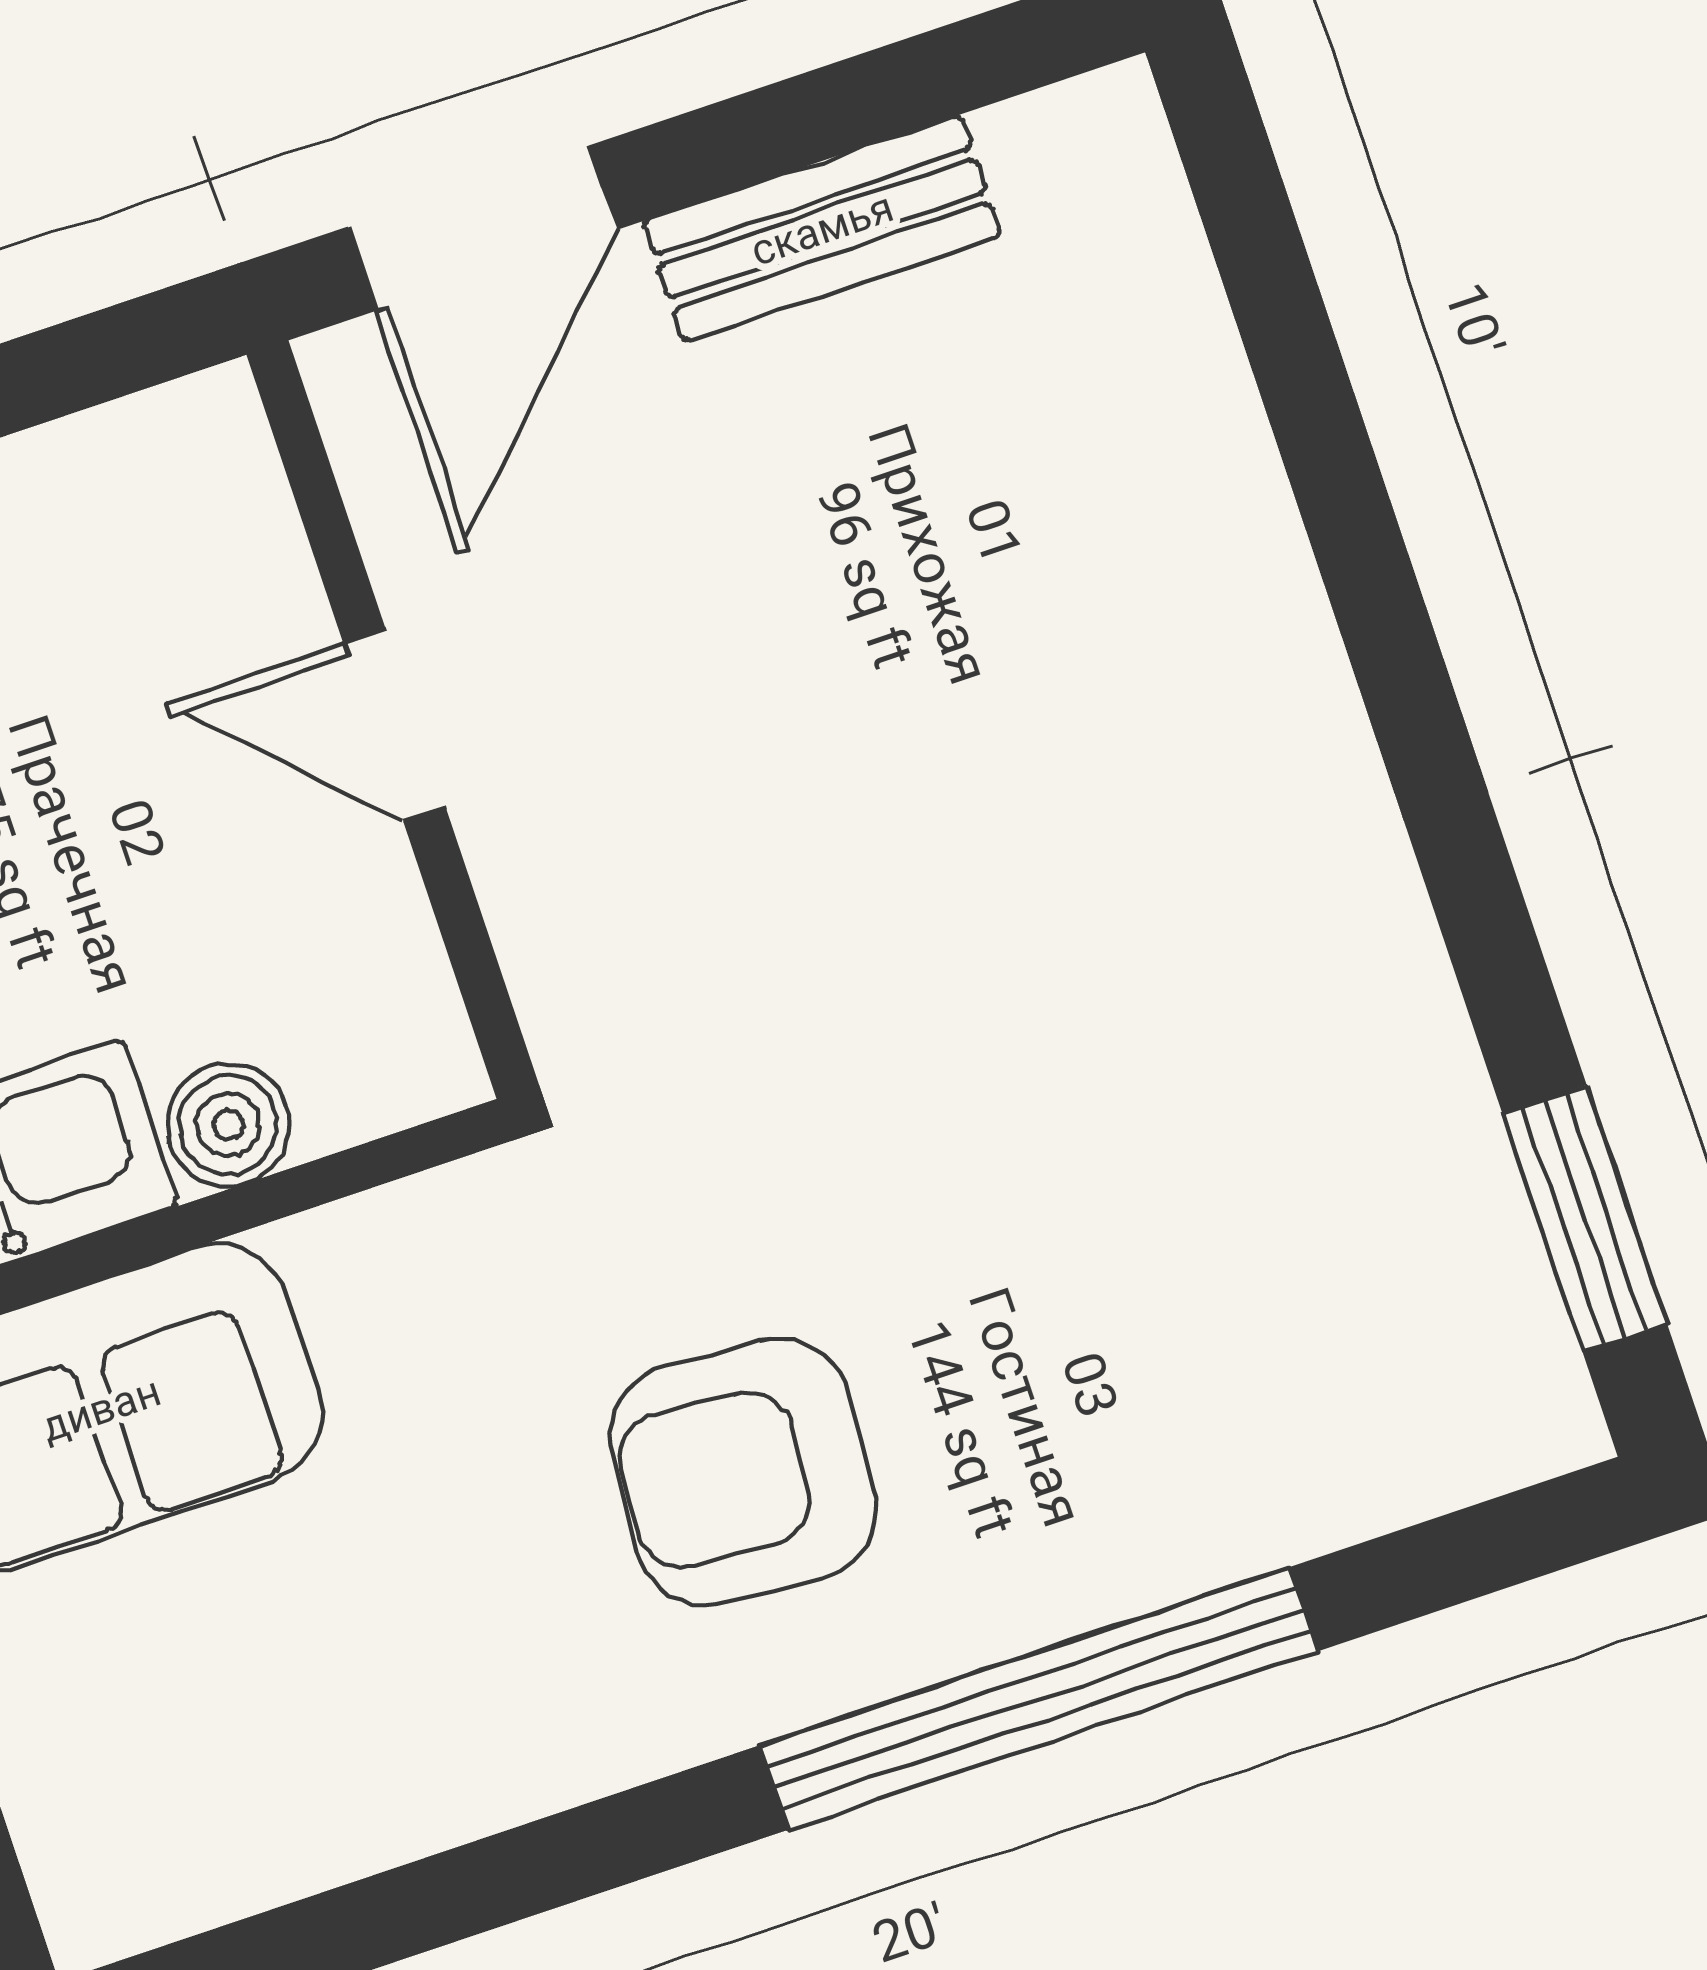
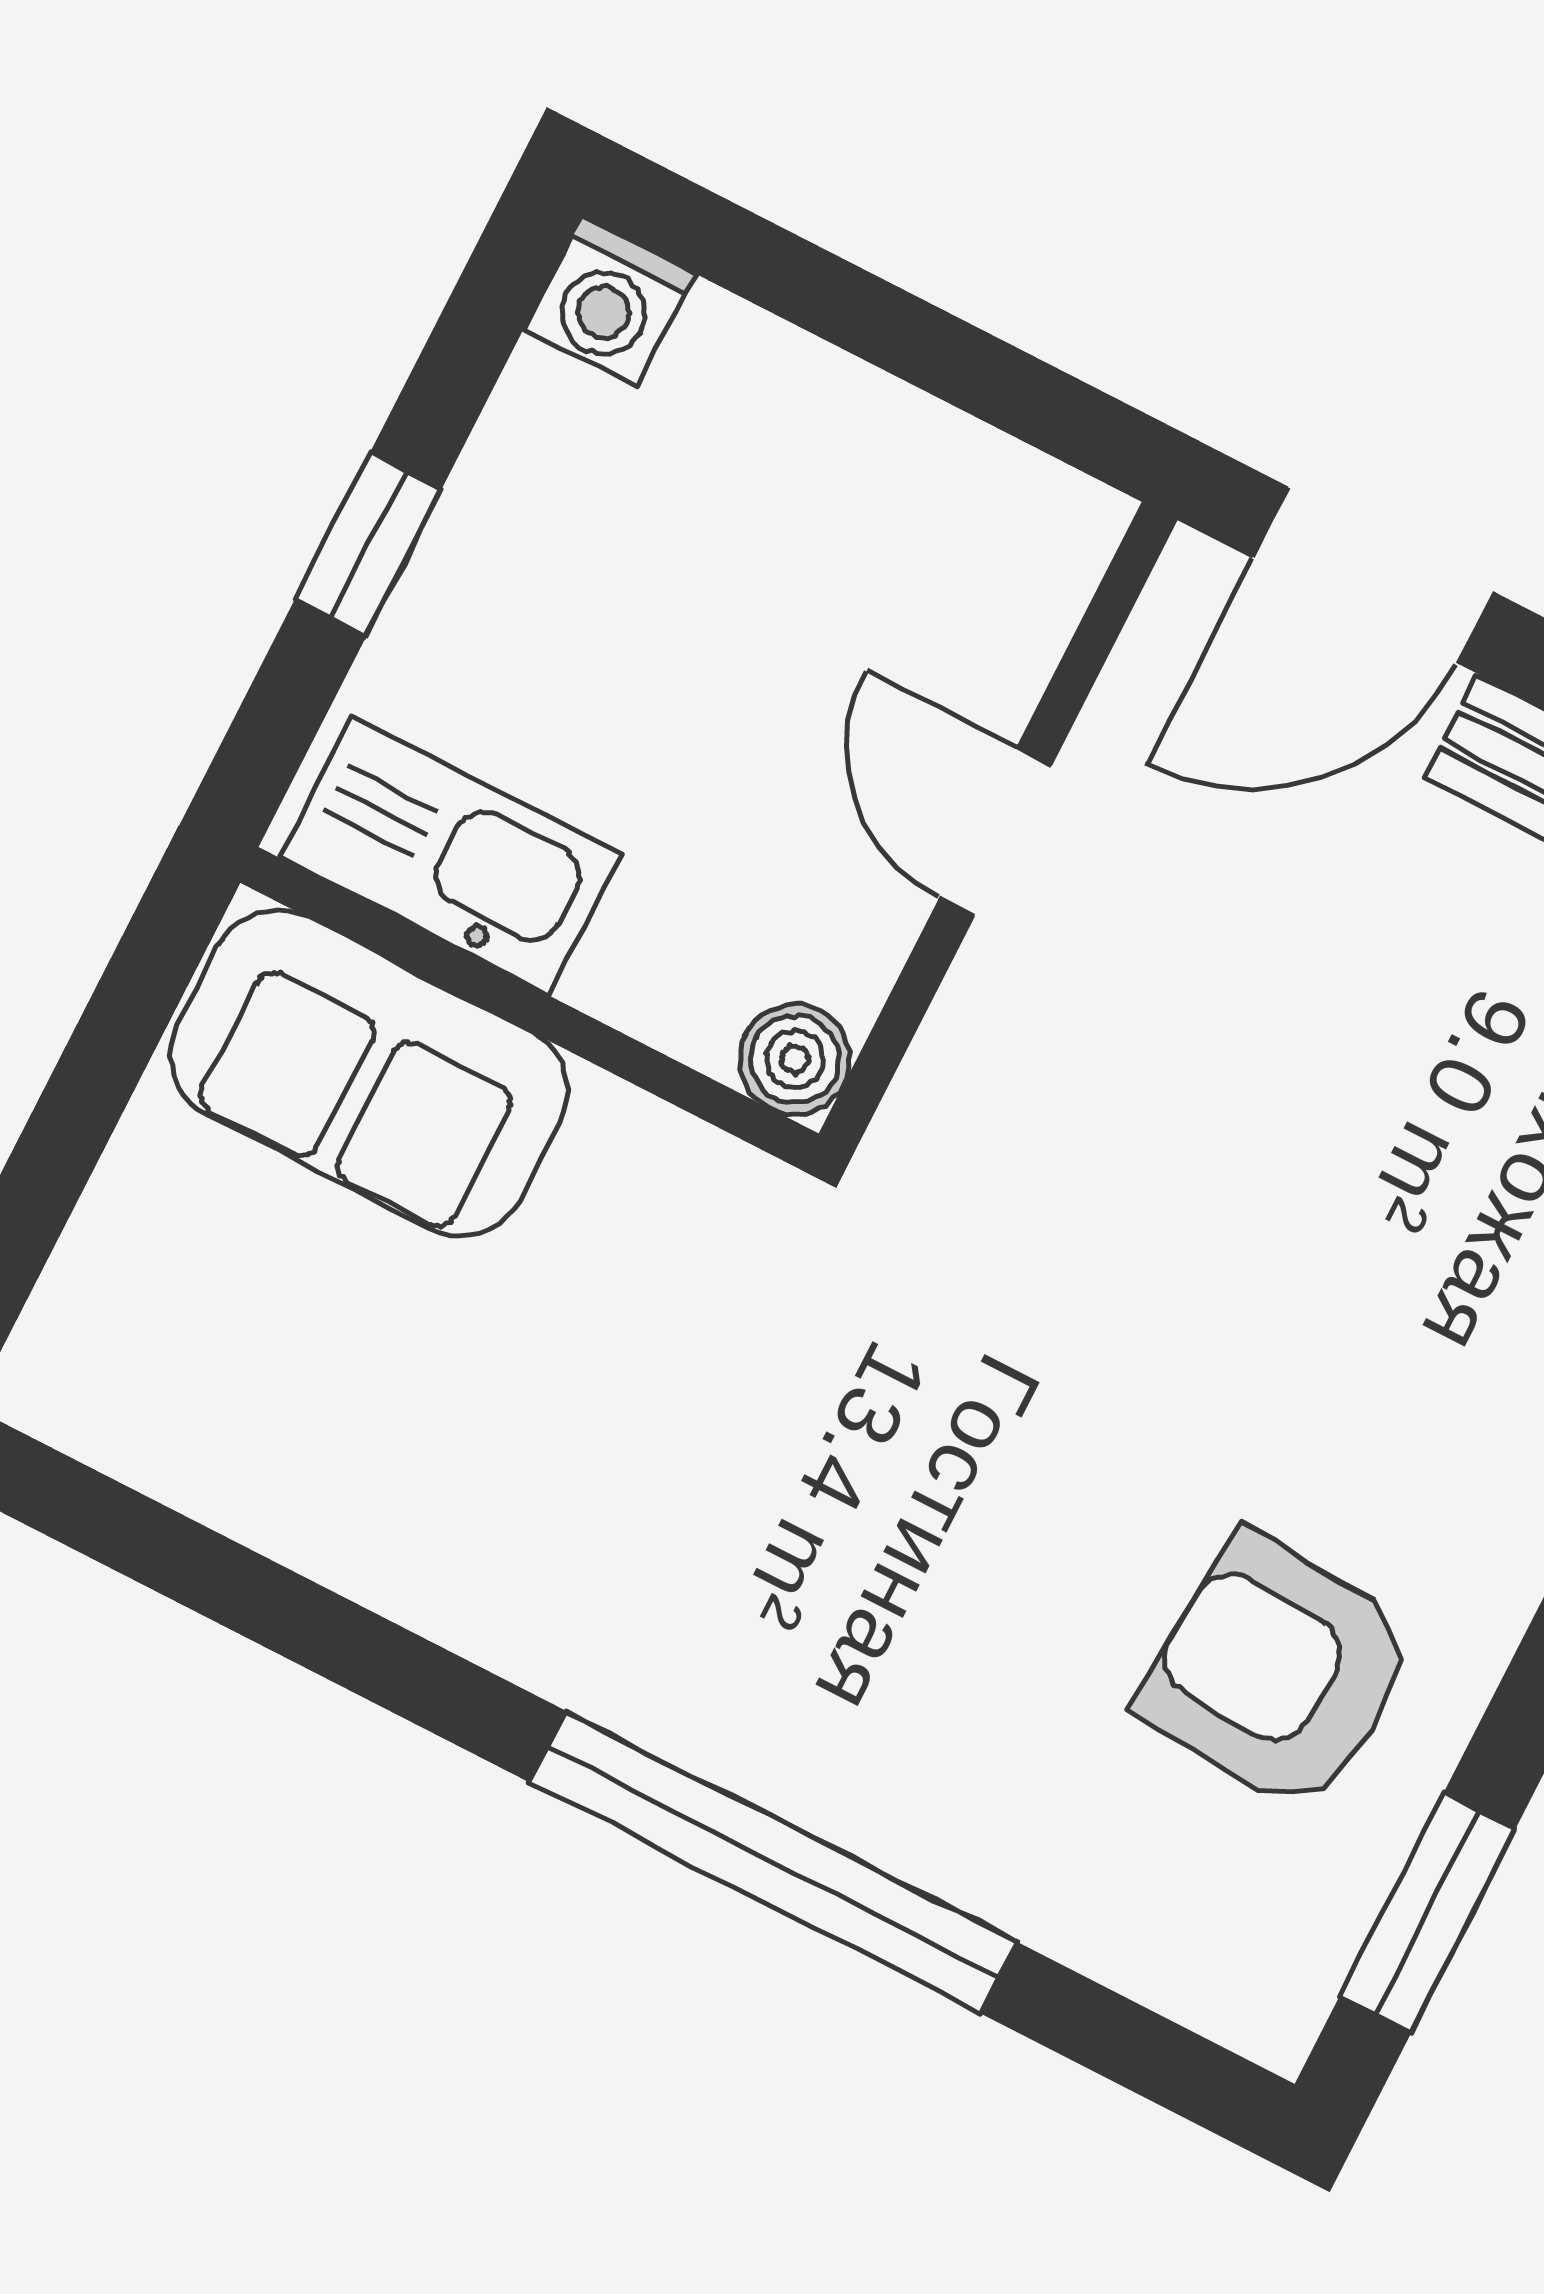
boiler: (228, 1125) -> (795, 1059), moved
armchair: (743, 1472) -> (1279, 1673), moved

